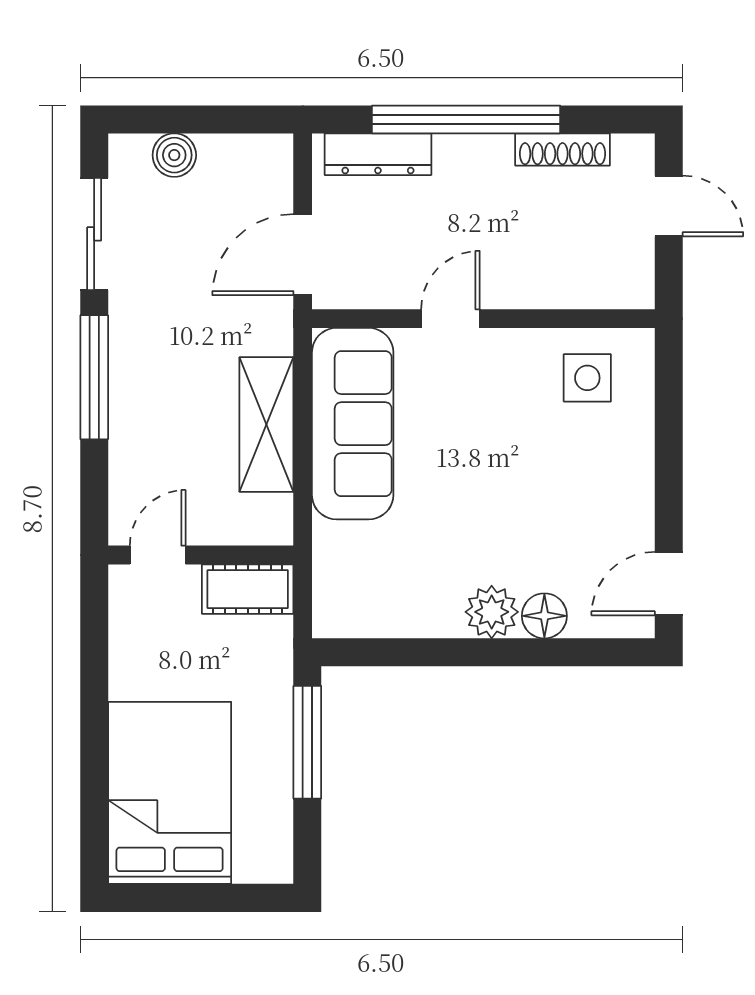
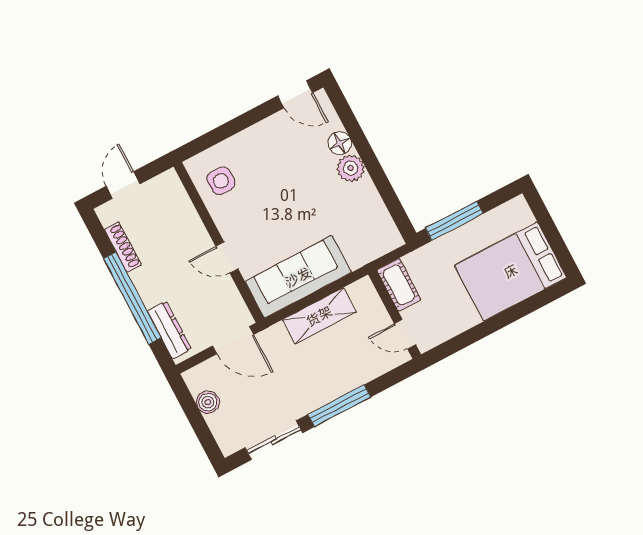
boiler: (174, 155) -> (208, 402), moved

